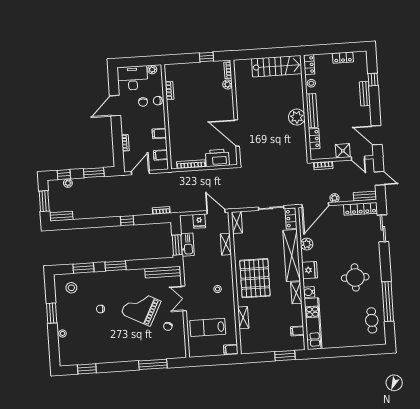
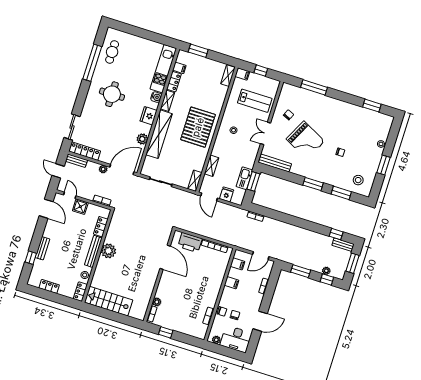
locker: (291, 218) -> (174, 82), moved
window: (127, 221) -> (336, 234), moved
double door: (184, 298) -> (266, 133), swing flipped
shelving: (243, 318) -> (228, 76), moved
window: (213, 360) -> (261, 71), added

